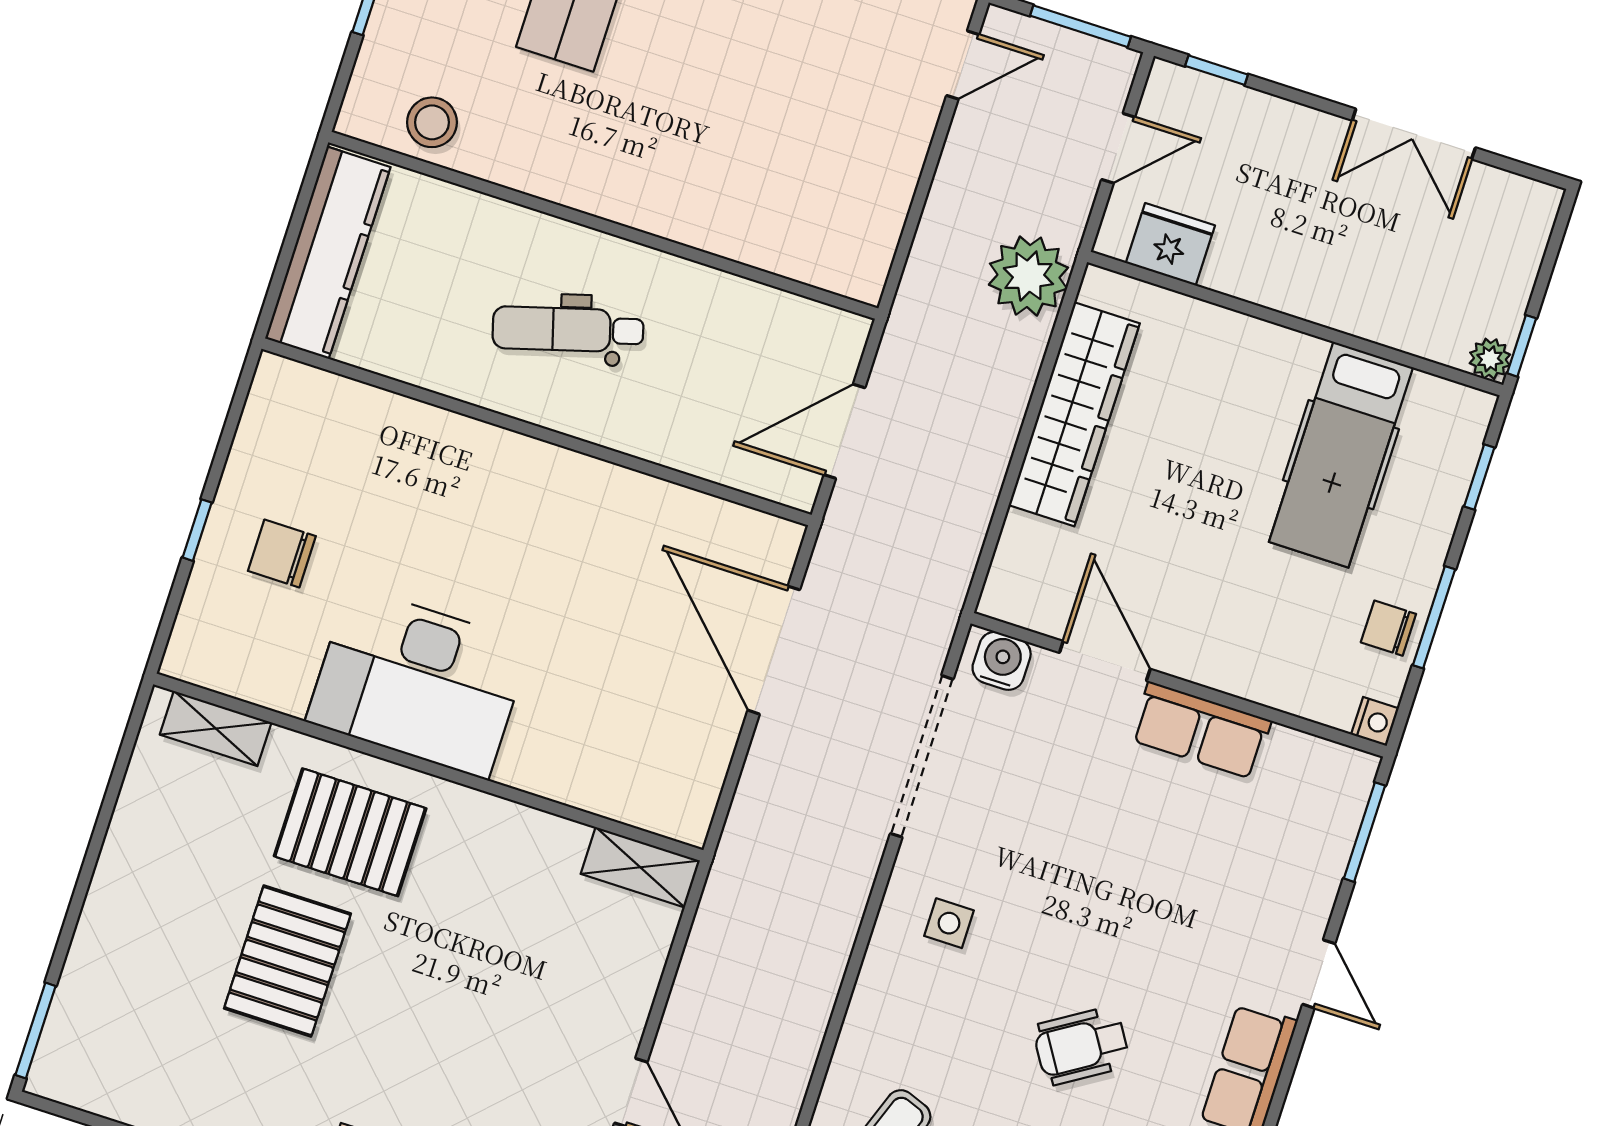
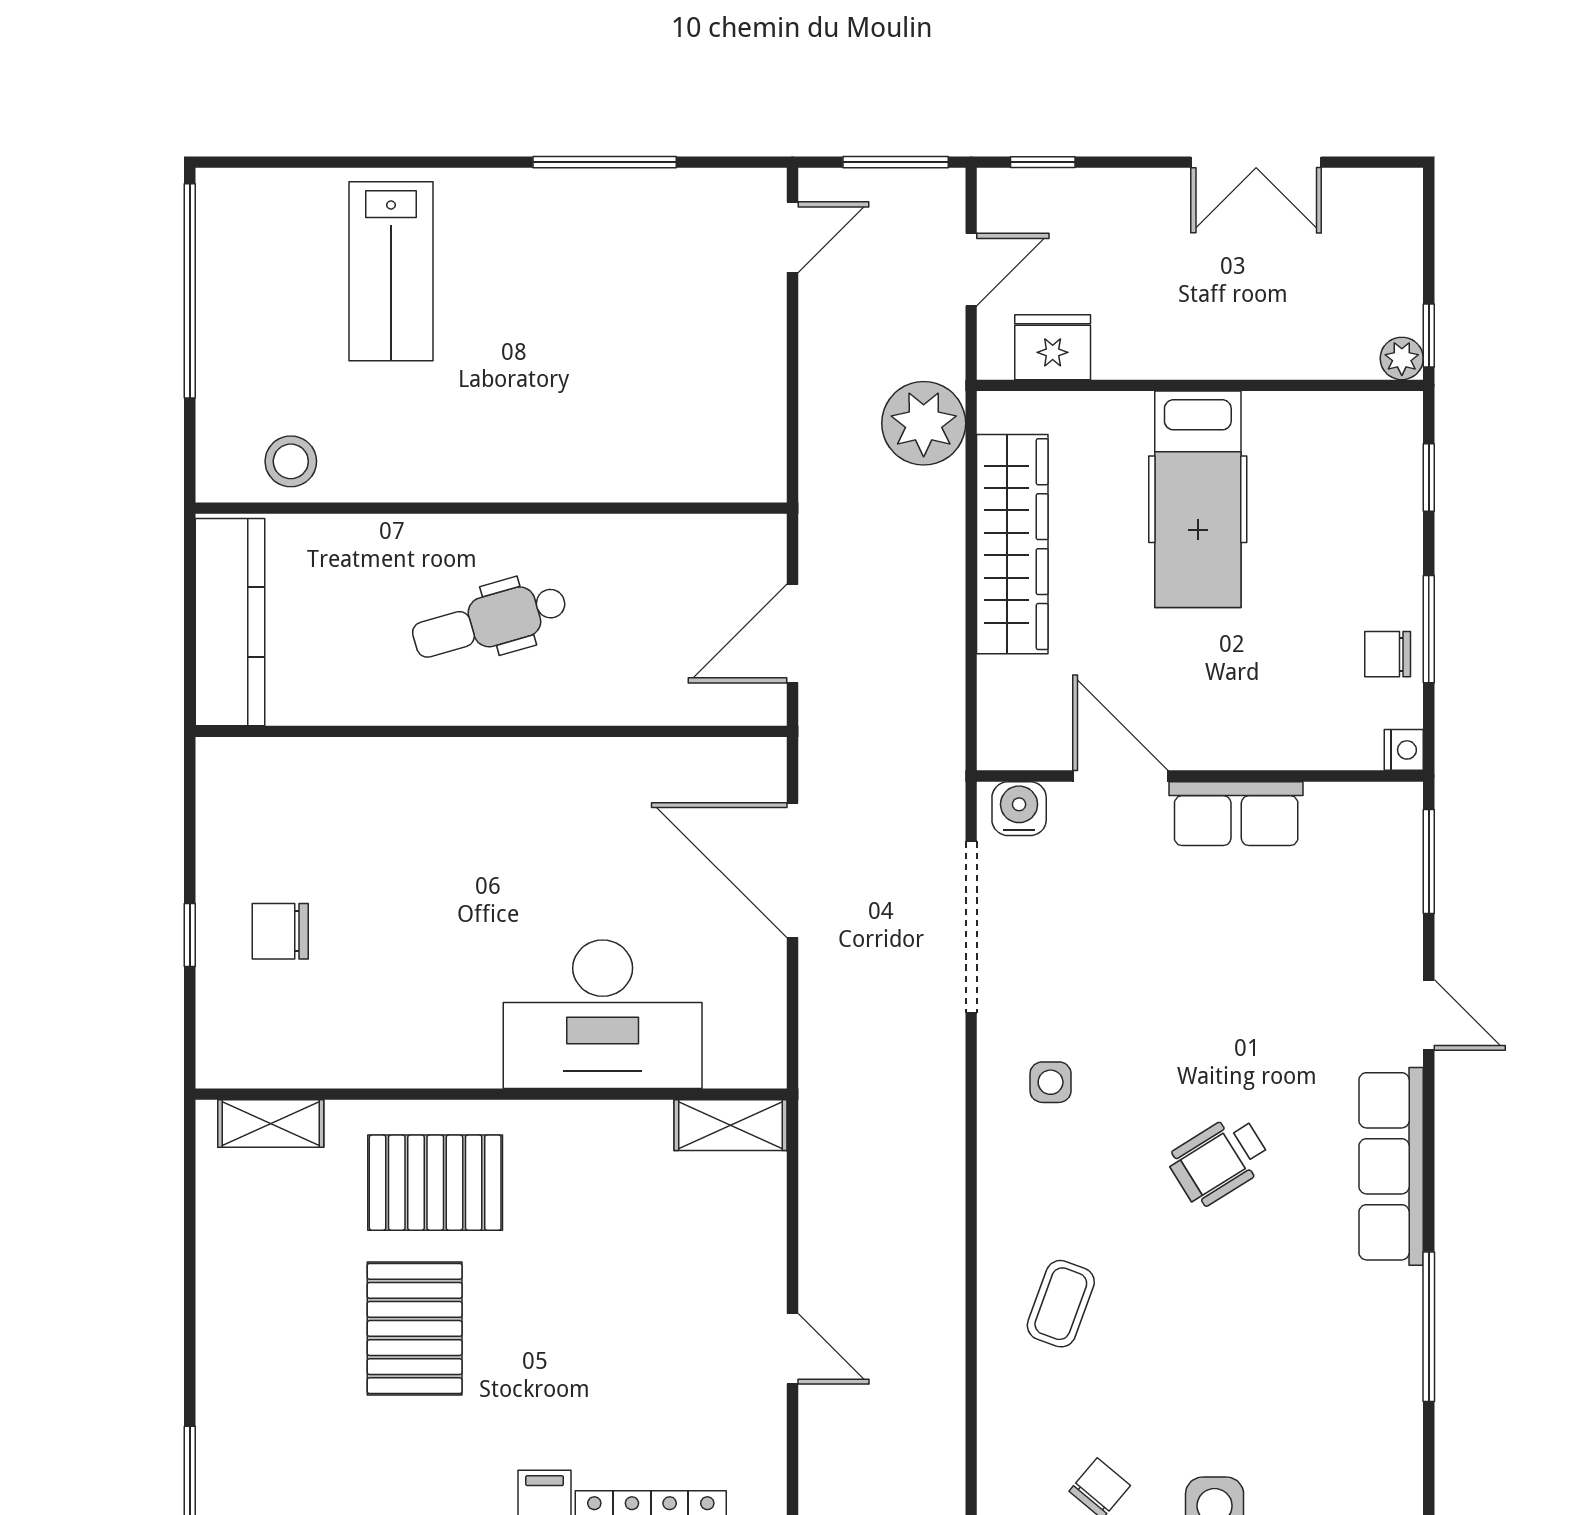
hospital bed: (1341, 455) -> (1198, 499), moved
desk: (418, 682) -> (603, 1014), moved

